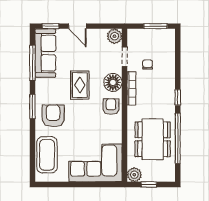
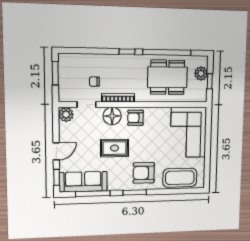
plant: (134, 175) -> (201, 73), moved

